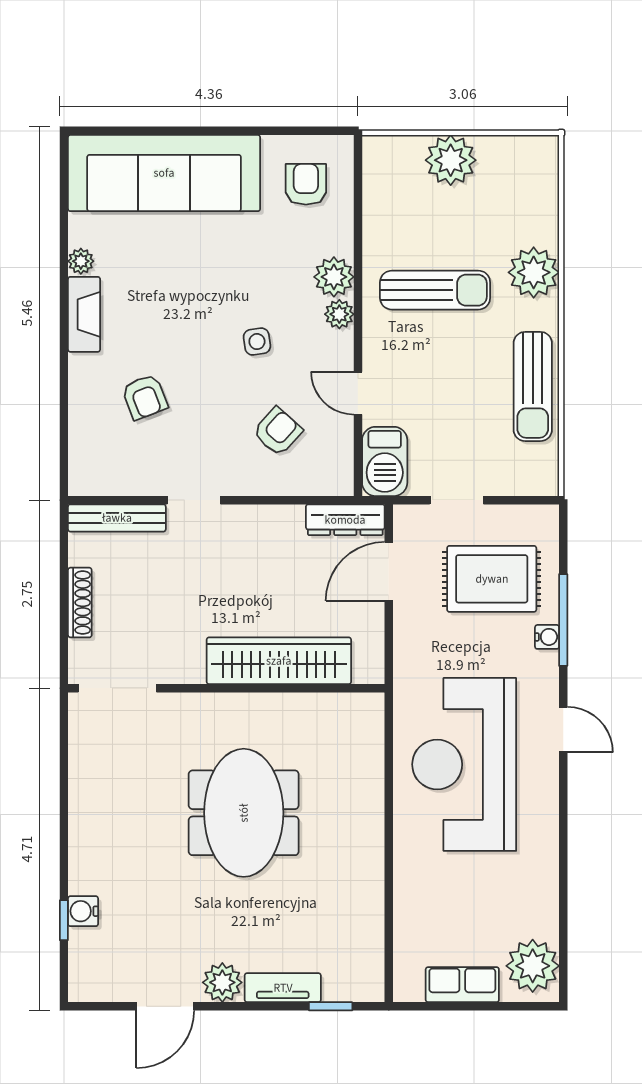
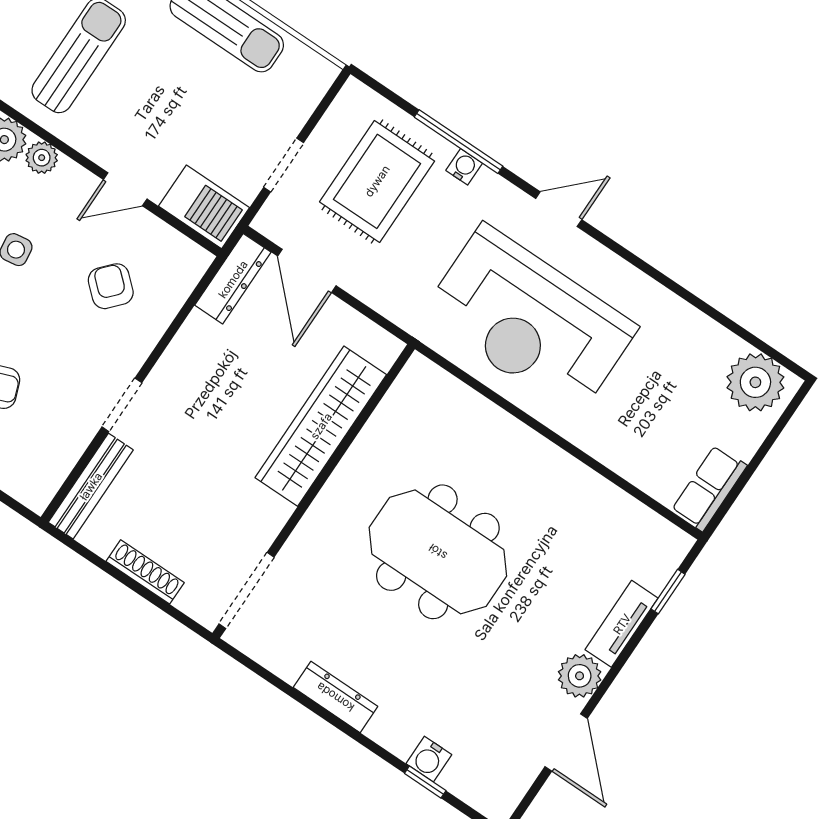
dresser: (82, 809) -> (335, 697), added
row of seats: (462, 985) -> (709, 488), moved

